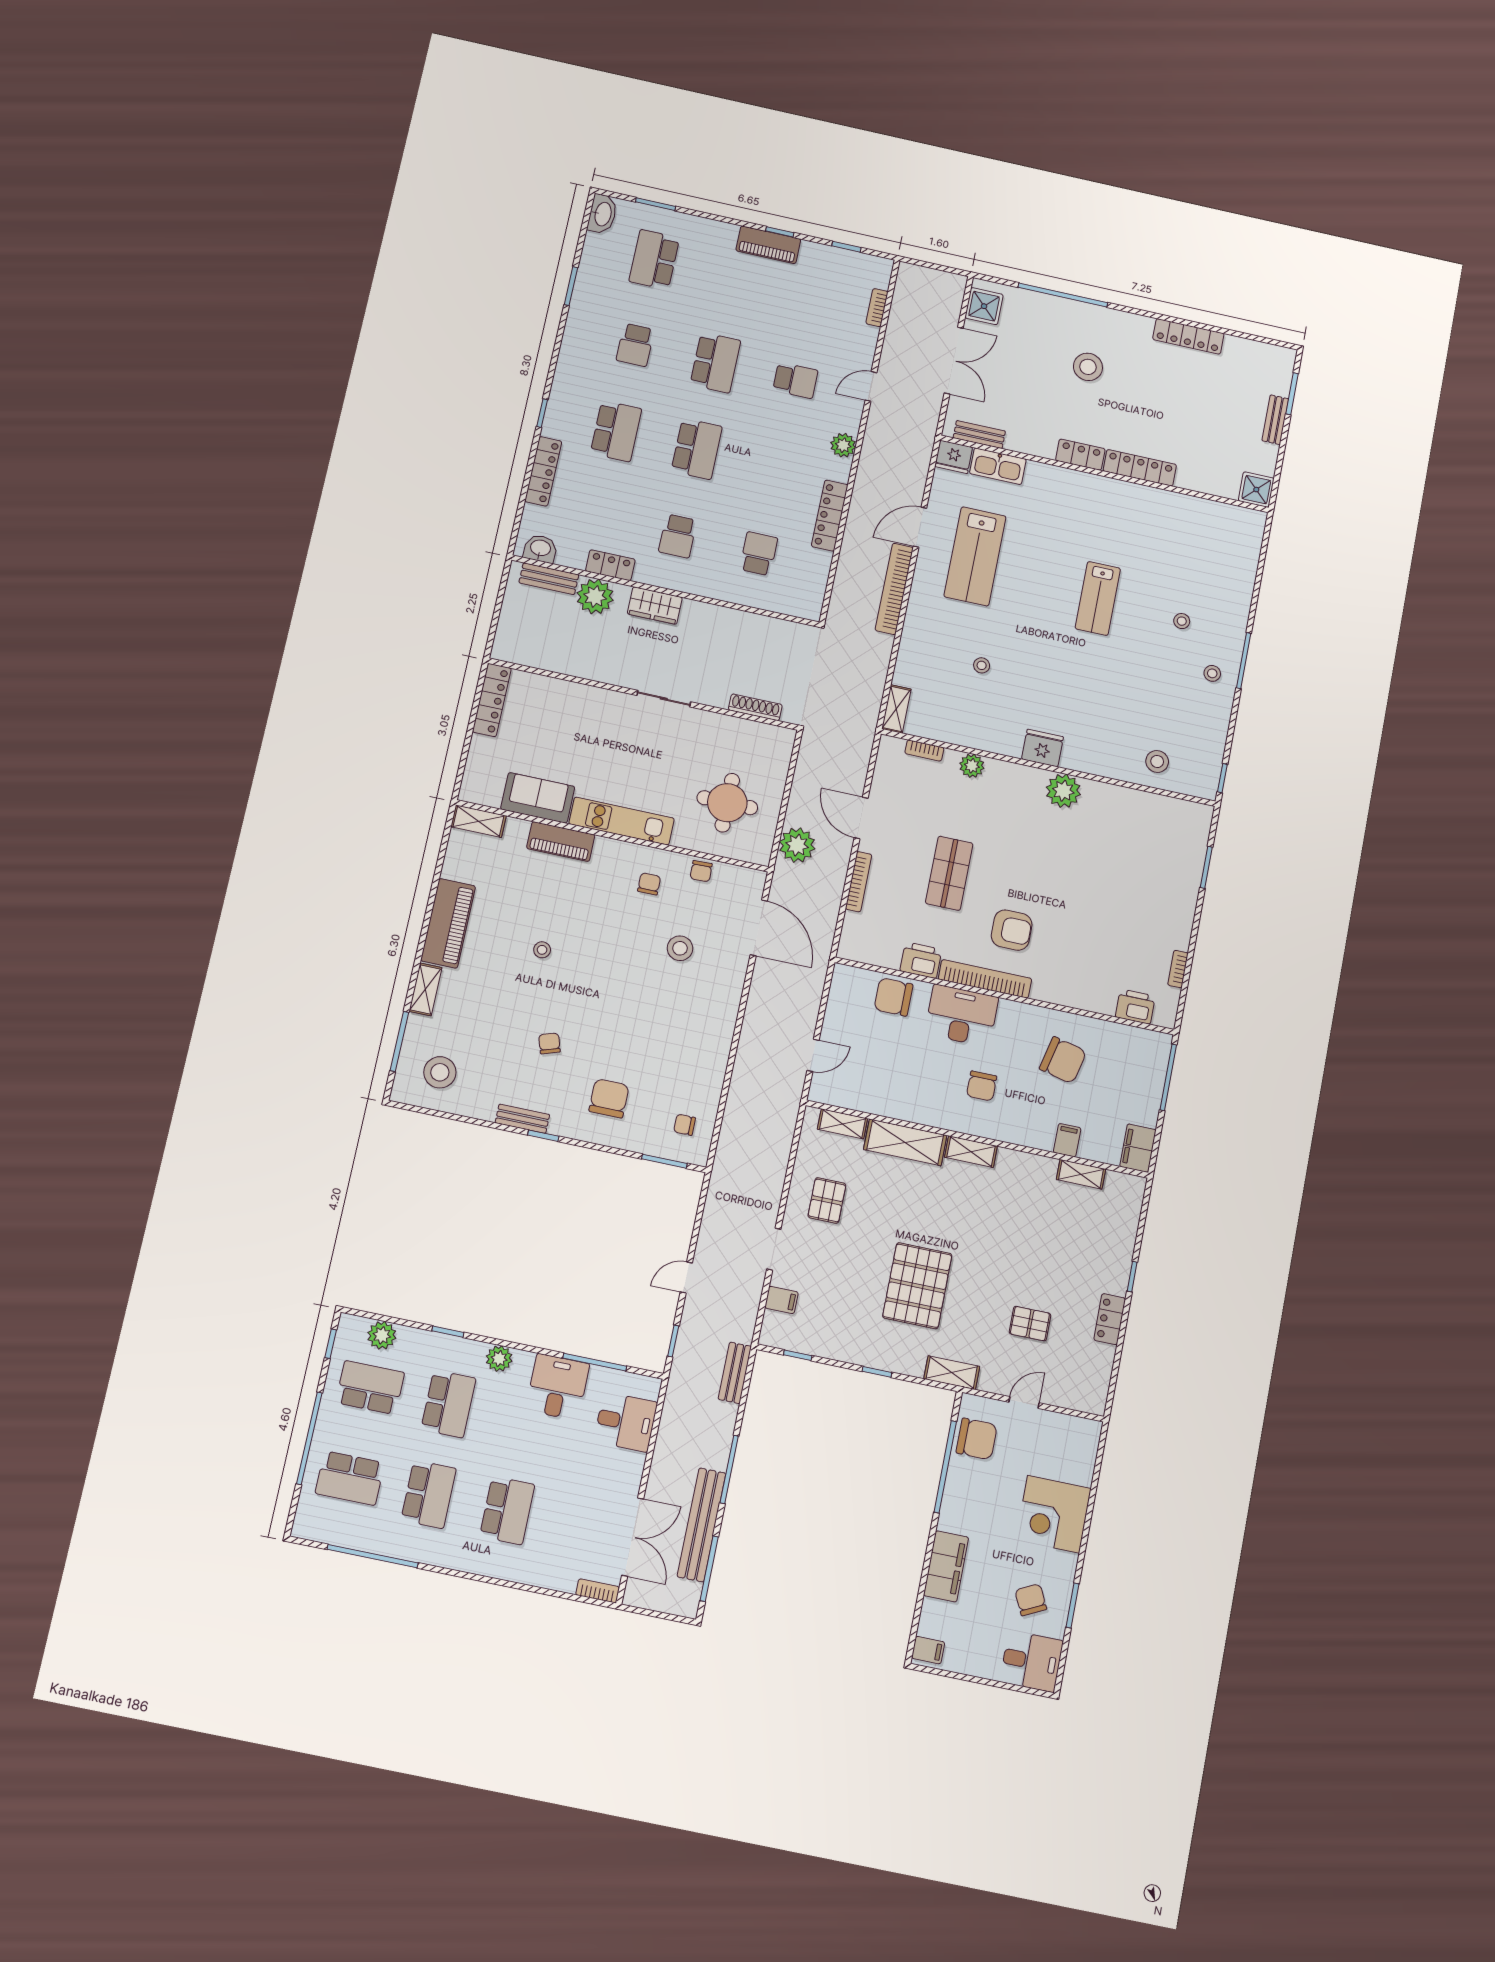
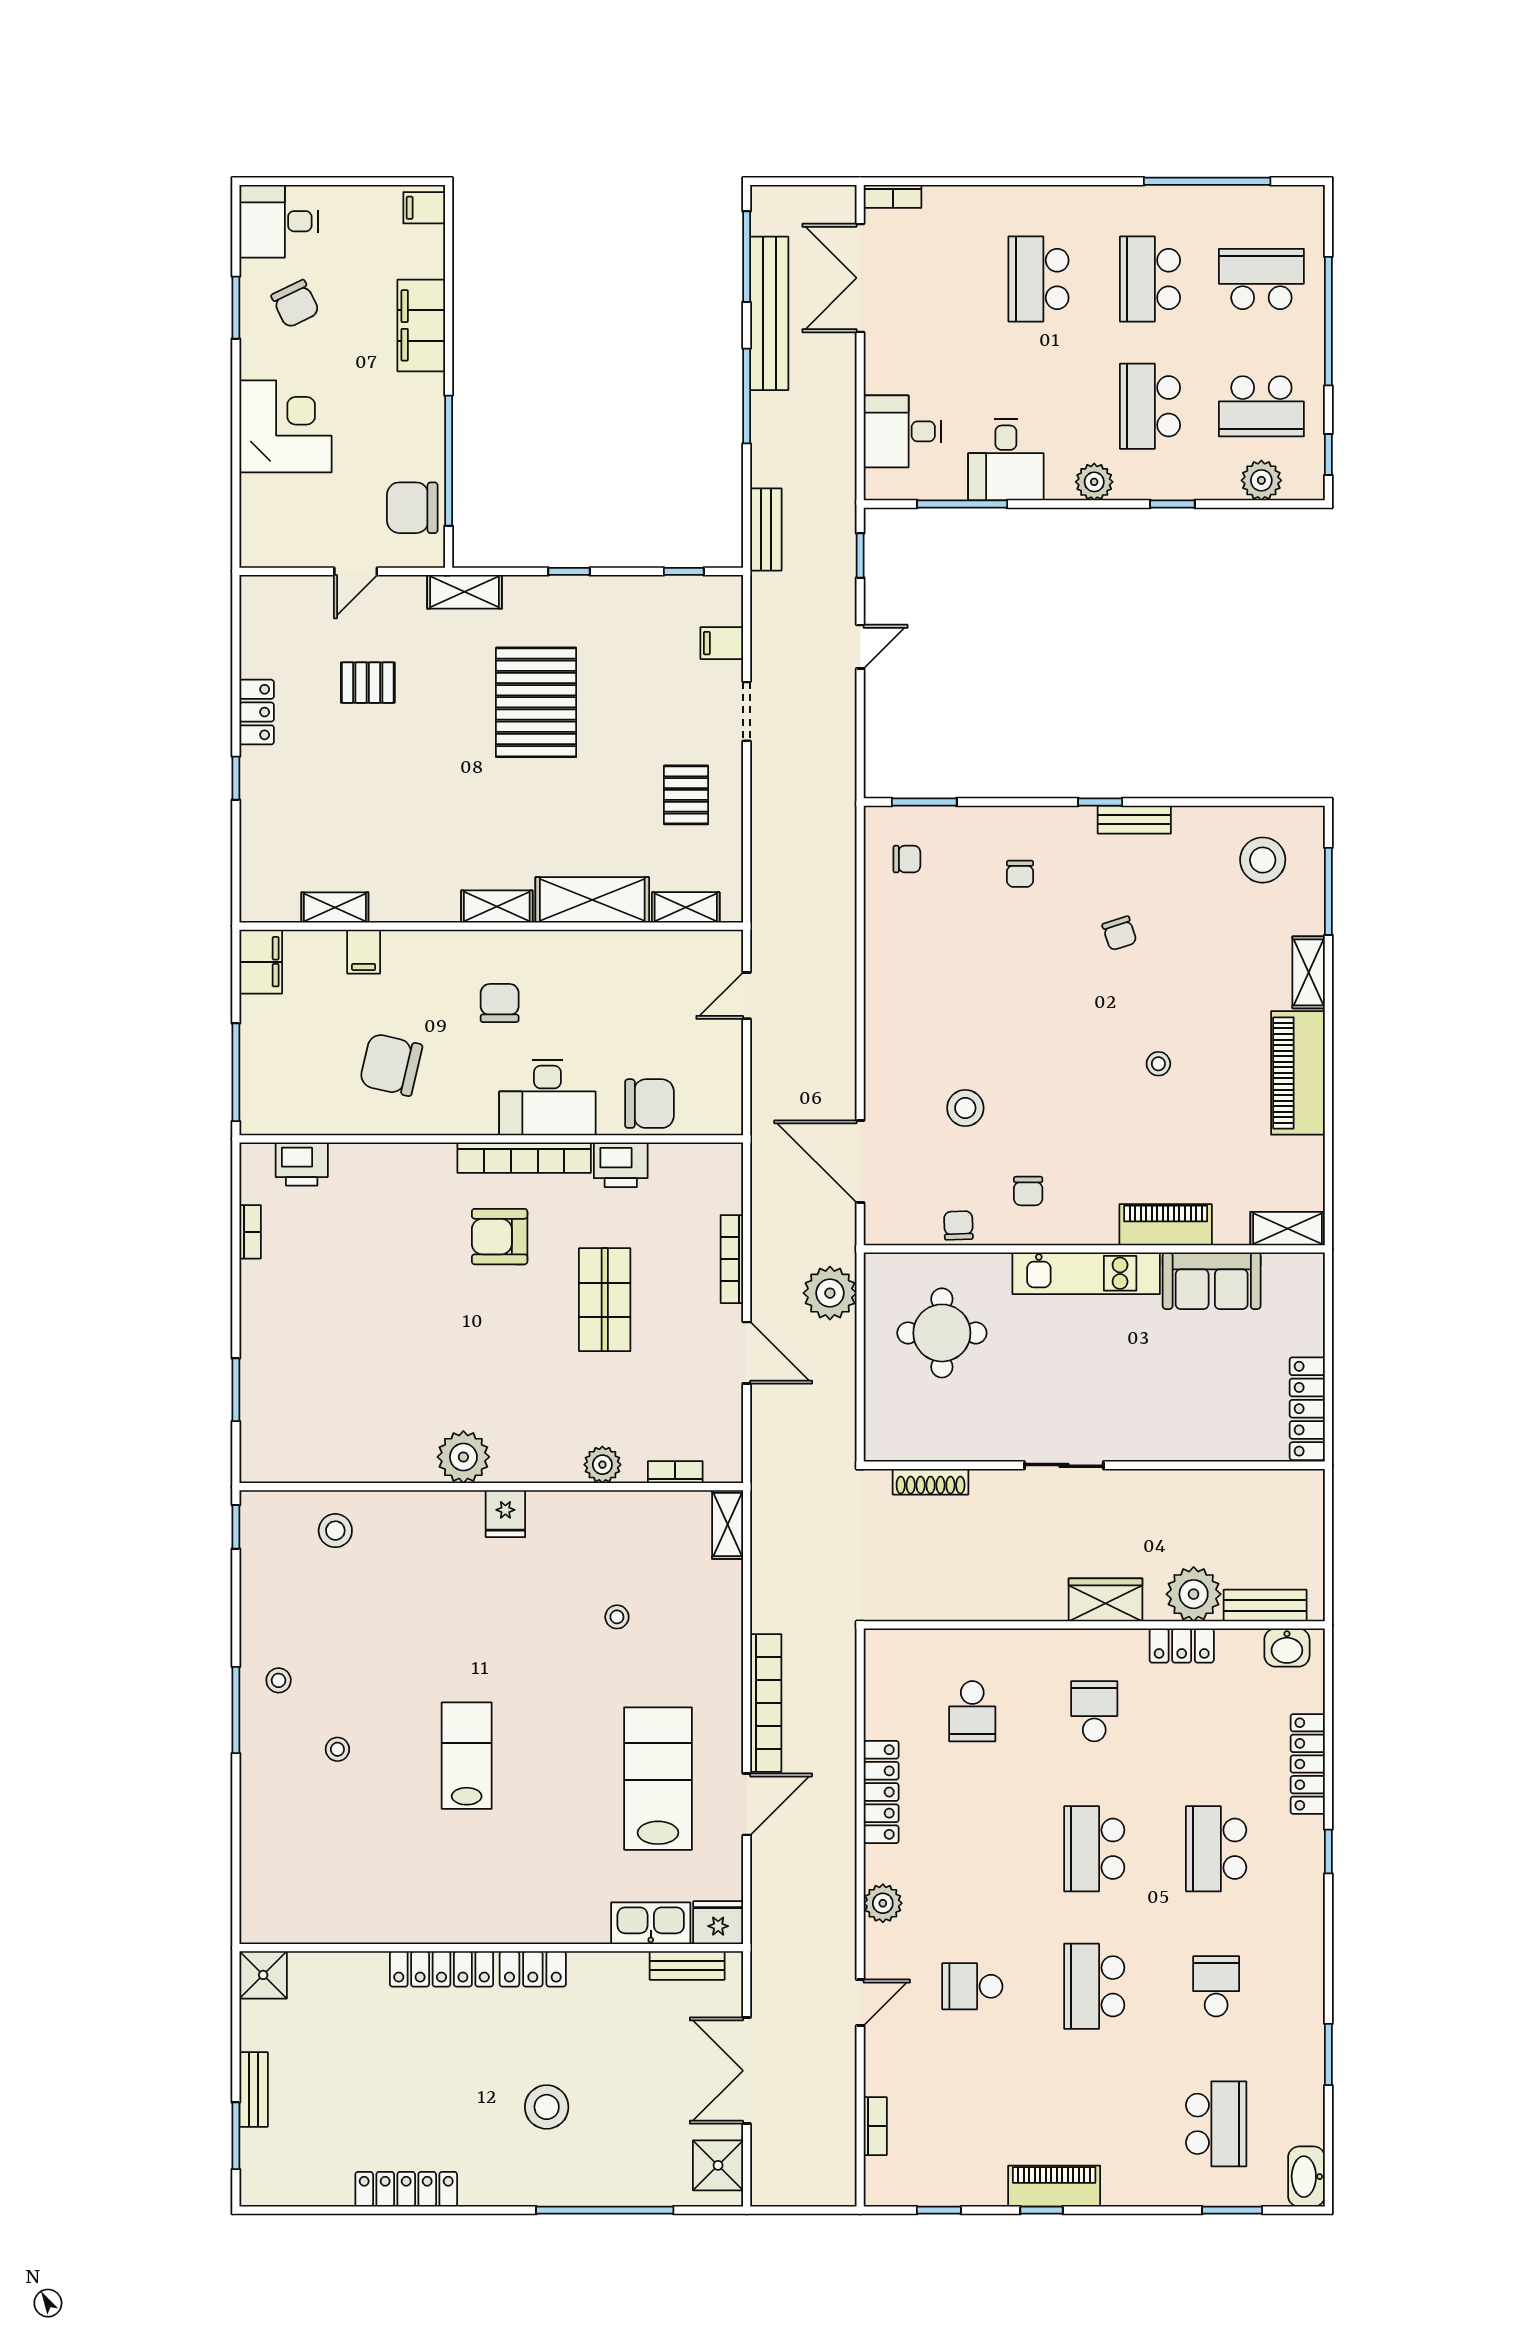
fridge: (1043, 748) -> (505, 1514), width x0.72
chair: (609, 1098) -> (1020, 874), width x0.54, depth x0.54

